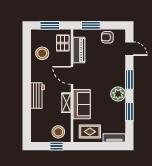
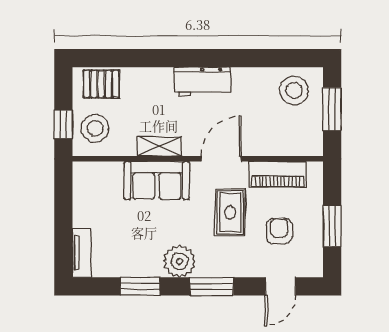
window: (91, 25) -> (332, 226), moved
armchair: (107, 37) -> (279, 231), moved
pallet: (63, 43) -> (101, 84), moved
stool: (42, 53) -> (294, 90), moved
workbench: (37, 95) -> (202, 82), moved
rug: (90, 132) -> (230, 212), moved

